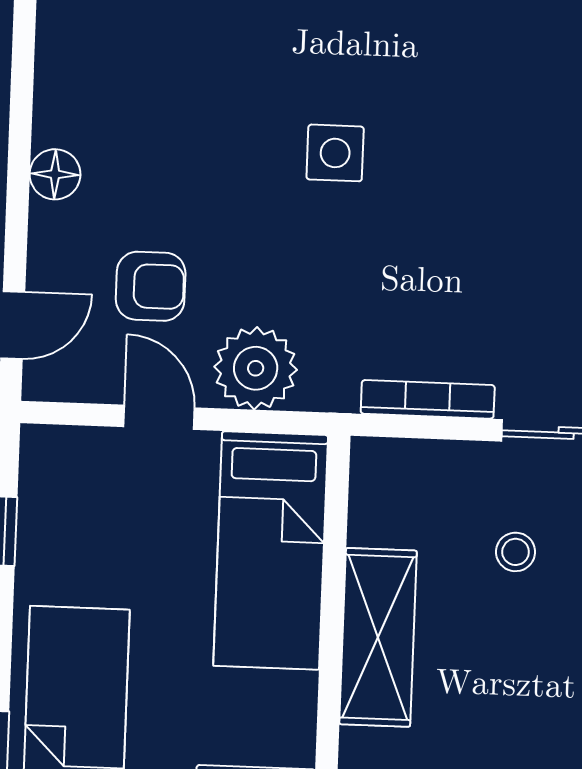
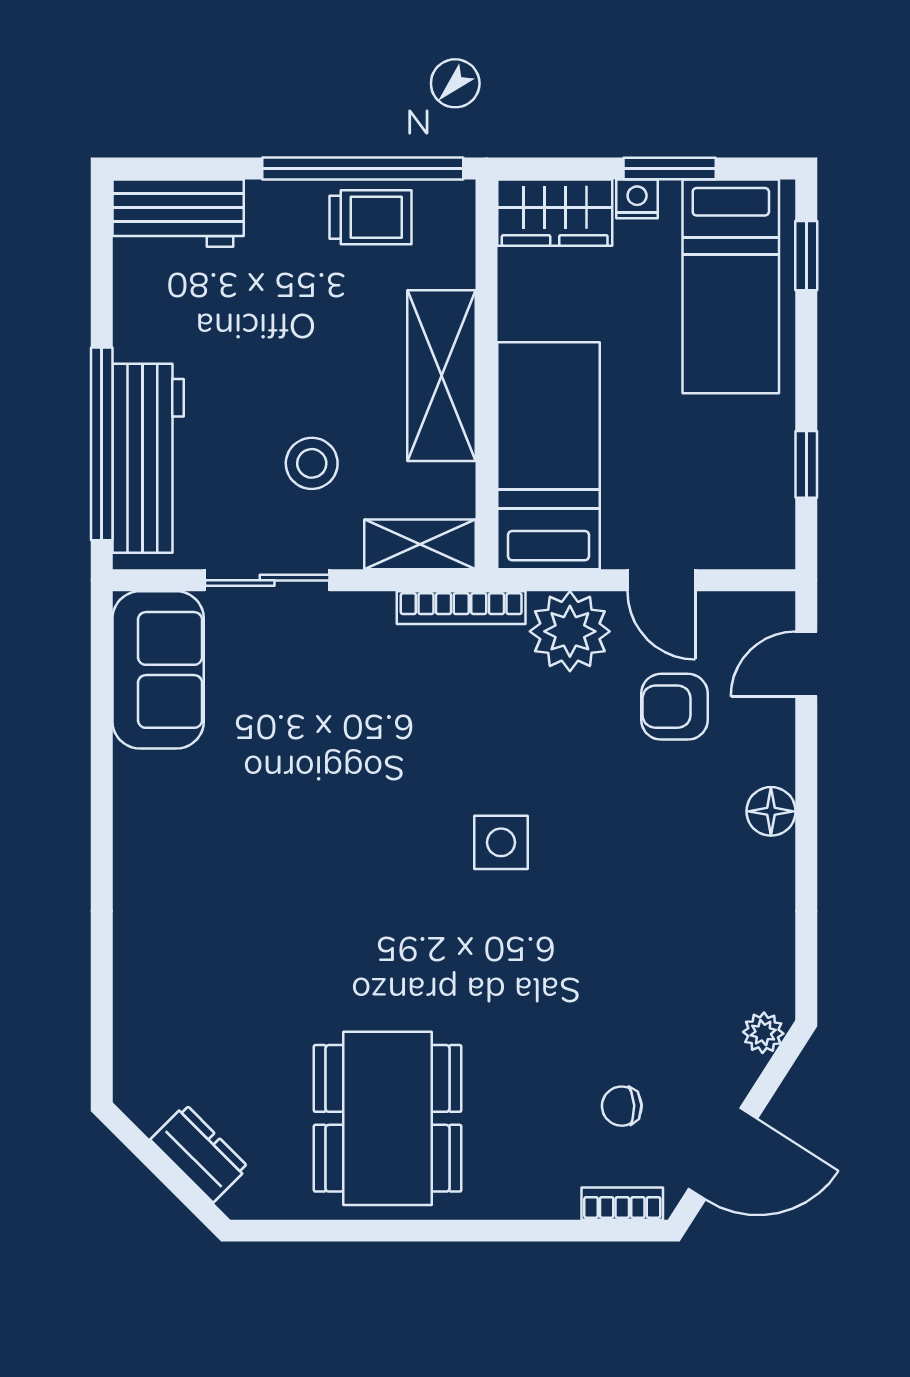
bookcase: (428, 399) -> (461, 608), moved
shelving: (407, 464) -> (420, 544), added
stool: (516, 552) -> (312, 463), width x1.37, depth x1.37

